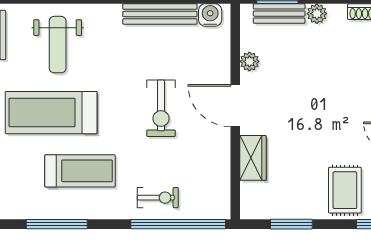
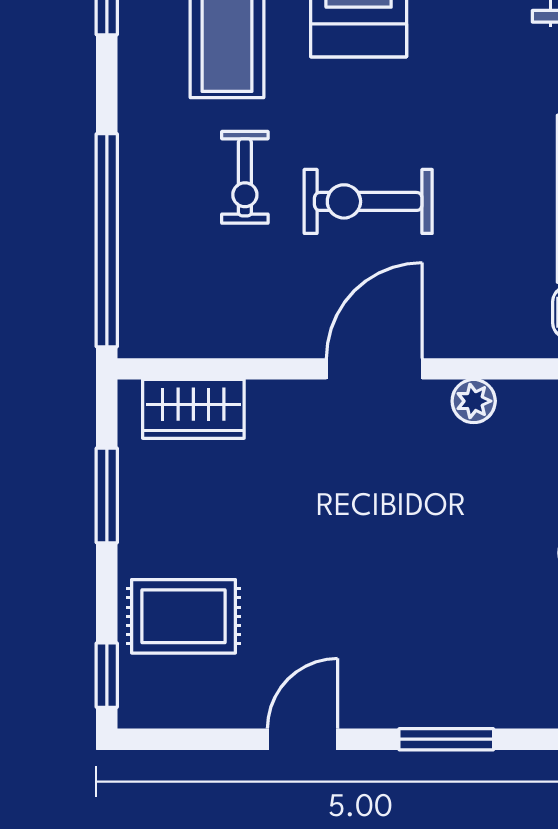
wardrobe: (253, 158) -> (193, 409), moved
exercise bike: (158, 198) -> (245, 177), moved

